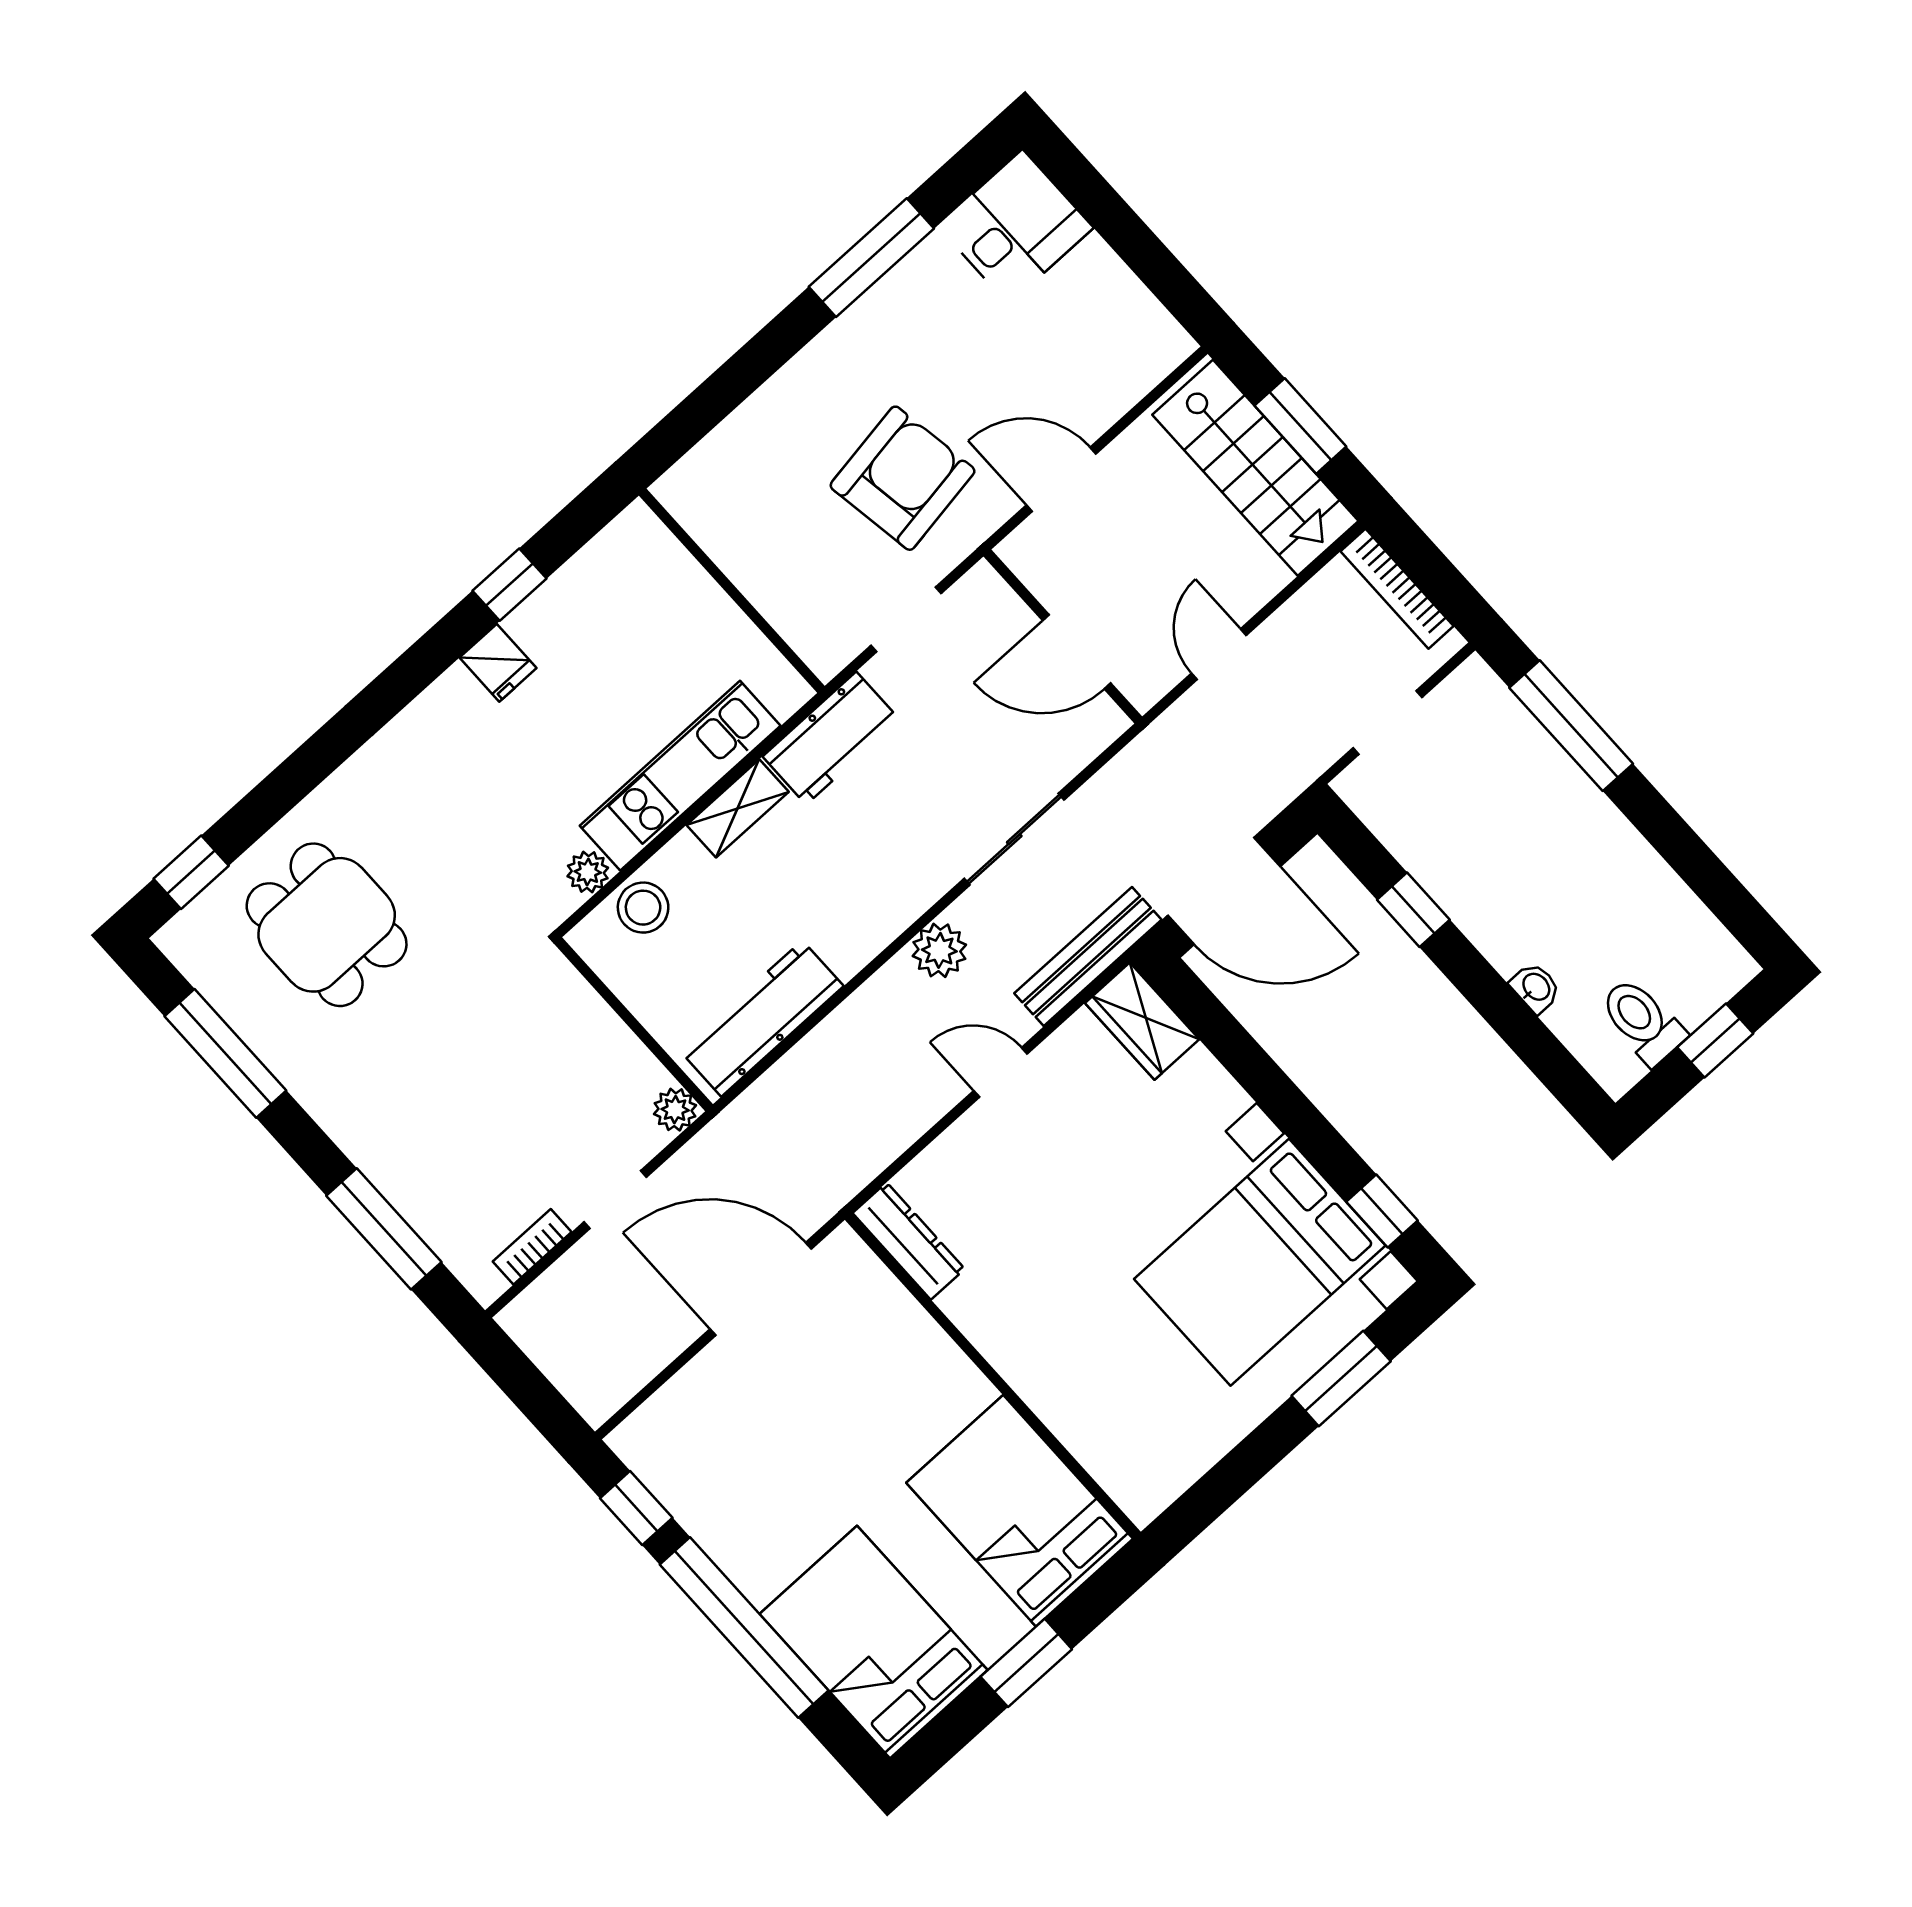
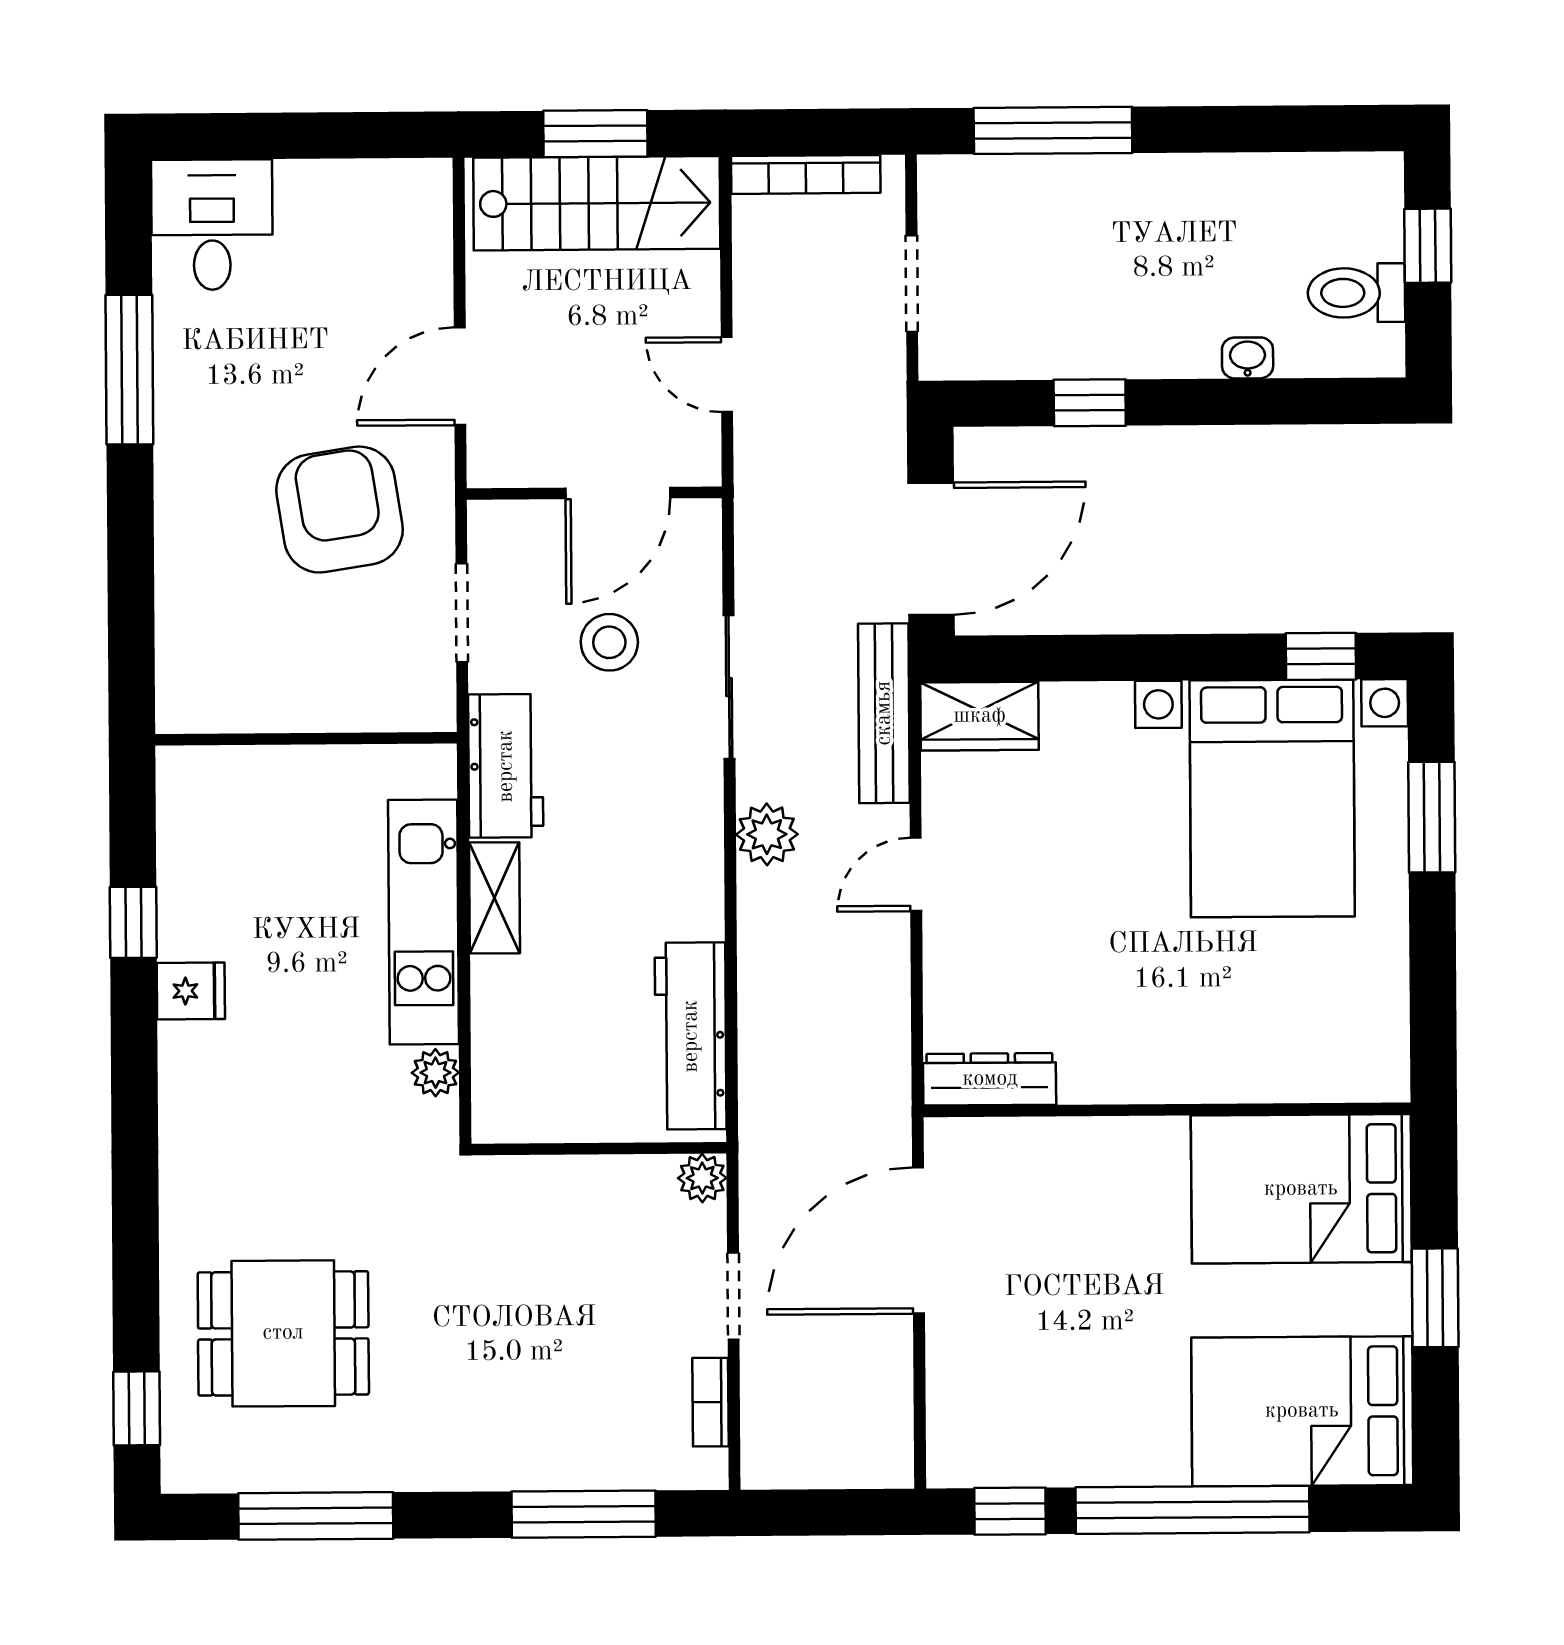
stool: (643, 908) -> (609, 642), moved

